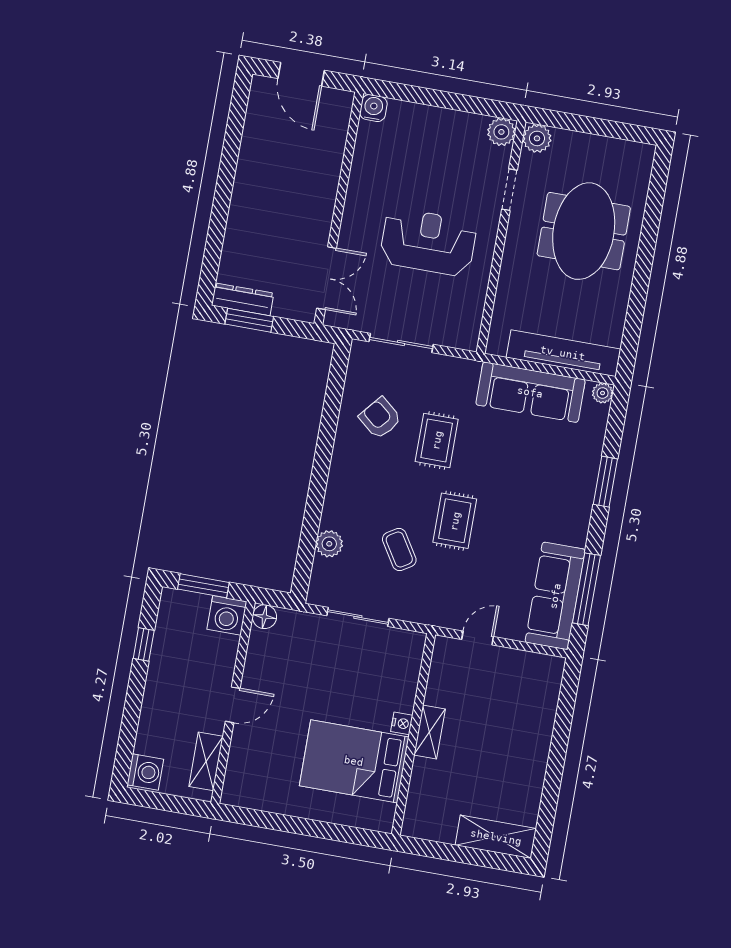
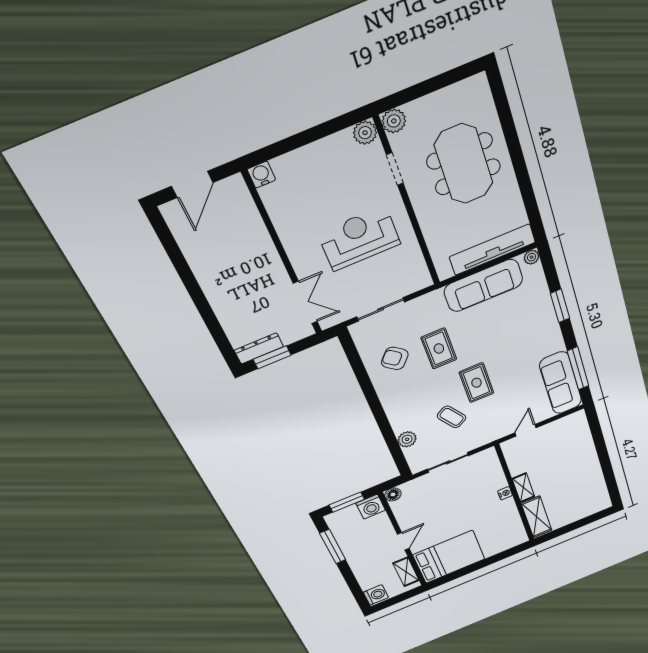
door: (301, 74) -> (192, 184), hinge flipped
window: (144, 644) -> (333, 547), width x2.17
bed: (354, 761) -> (449, 557), moved, turned 180
shelving: (496, 837) -> (537, 517), moved, turned 90

